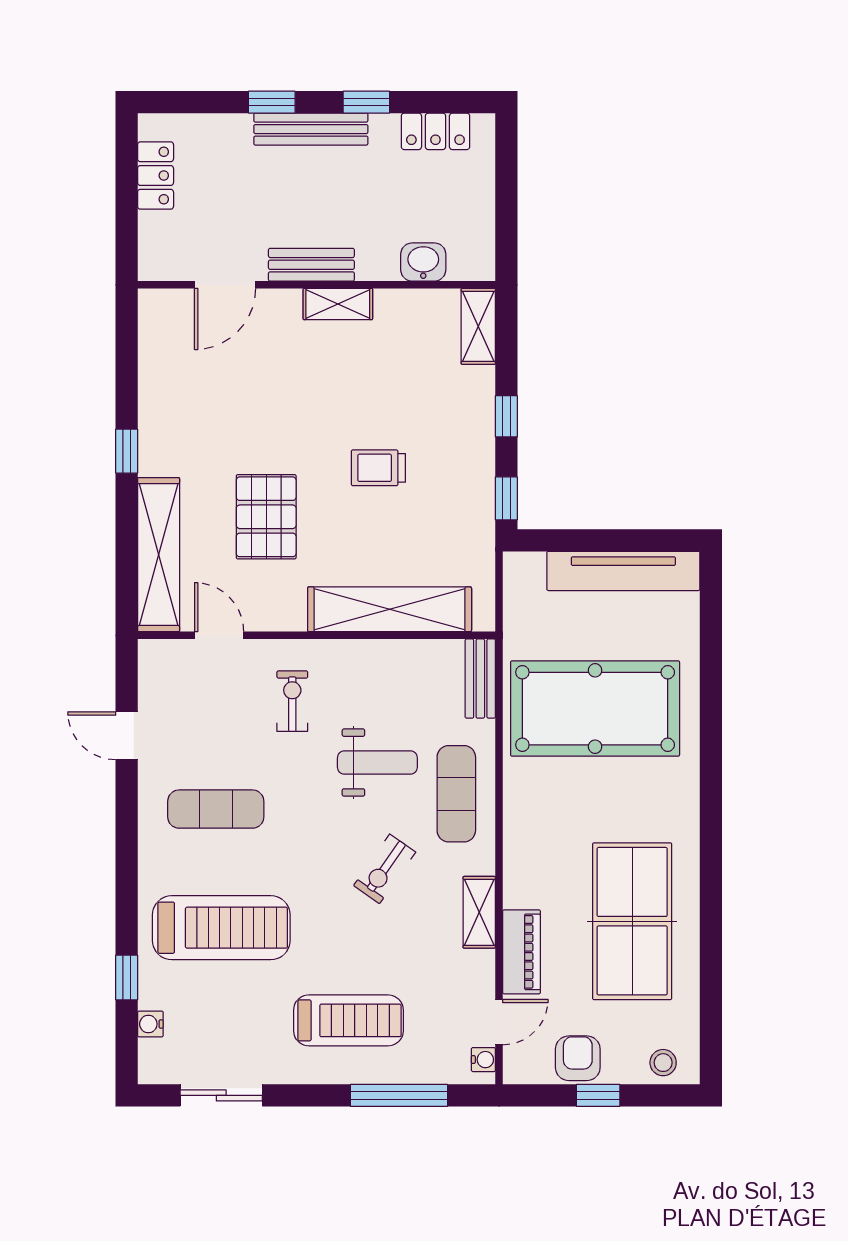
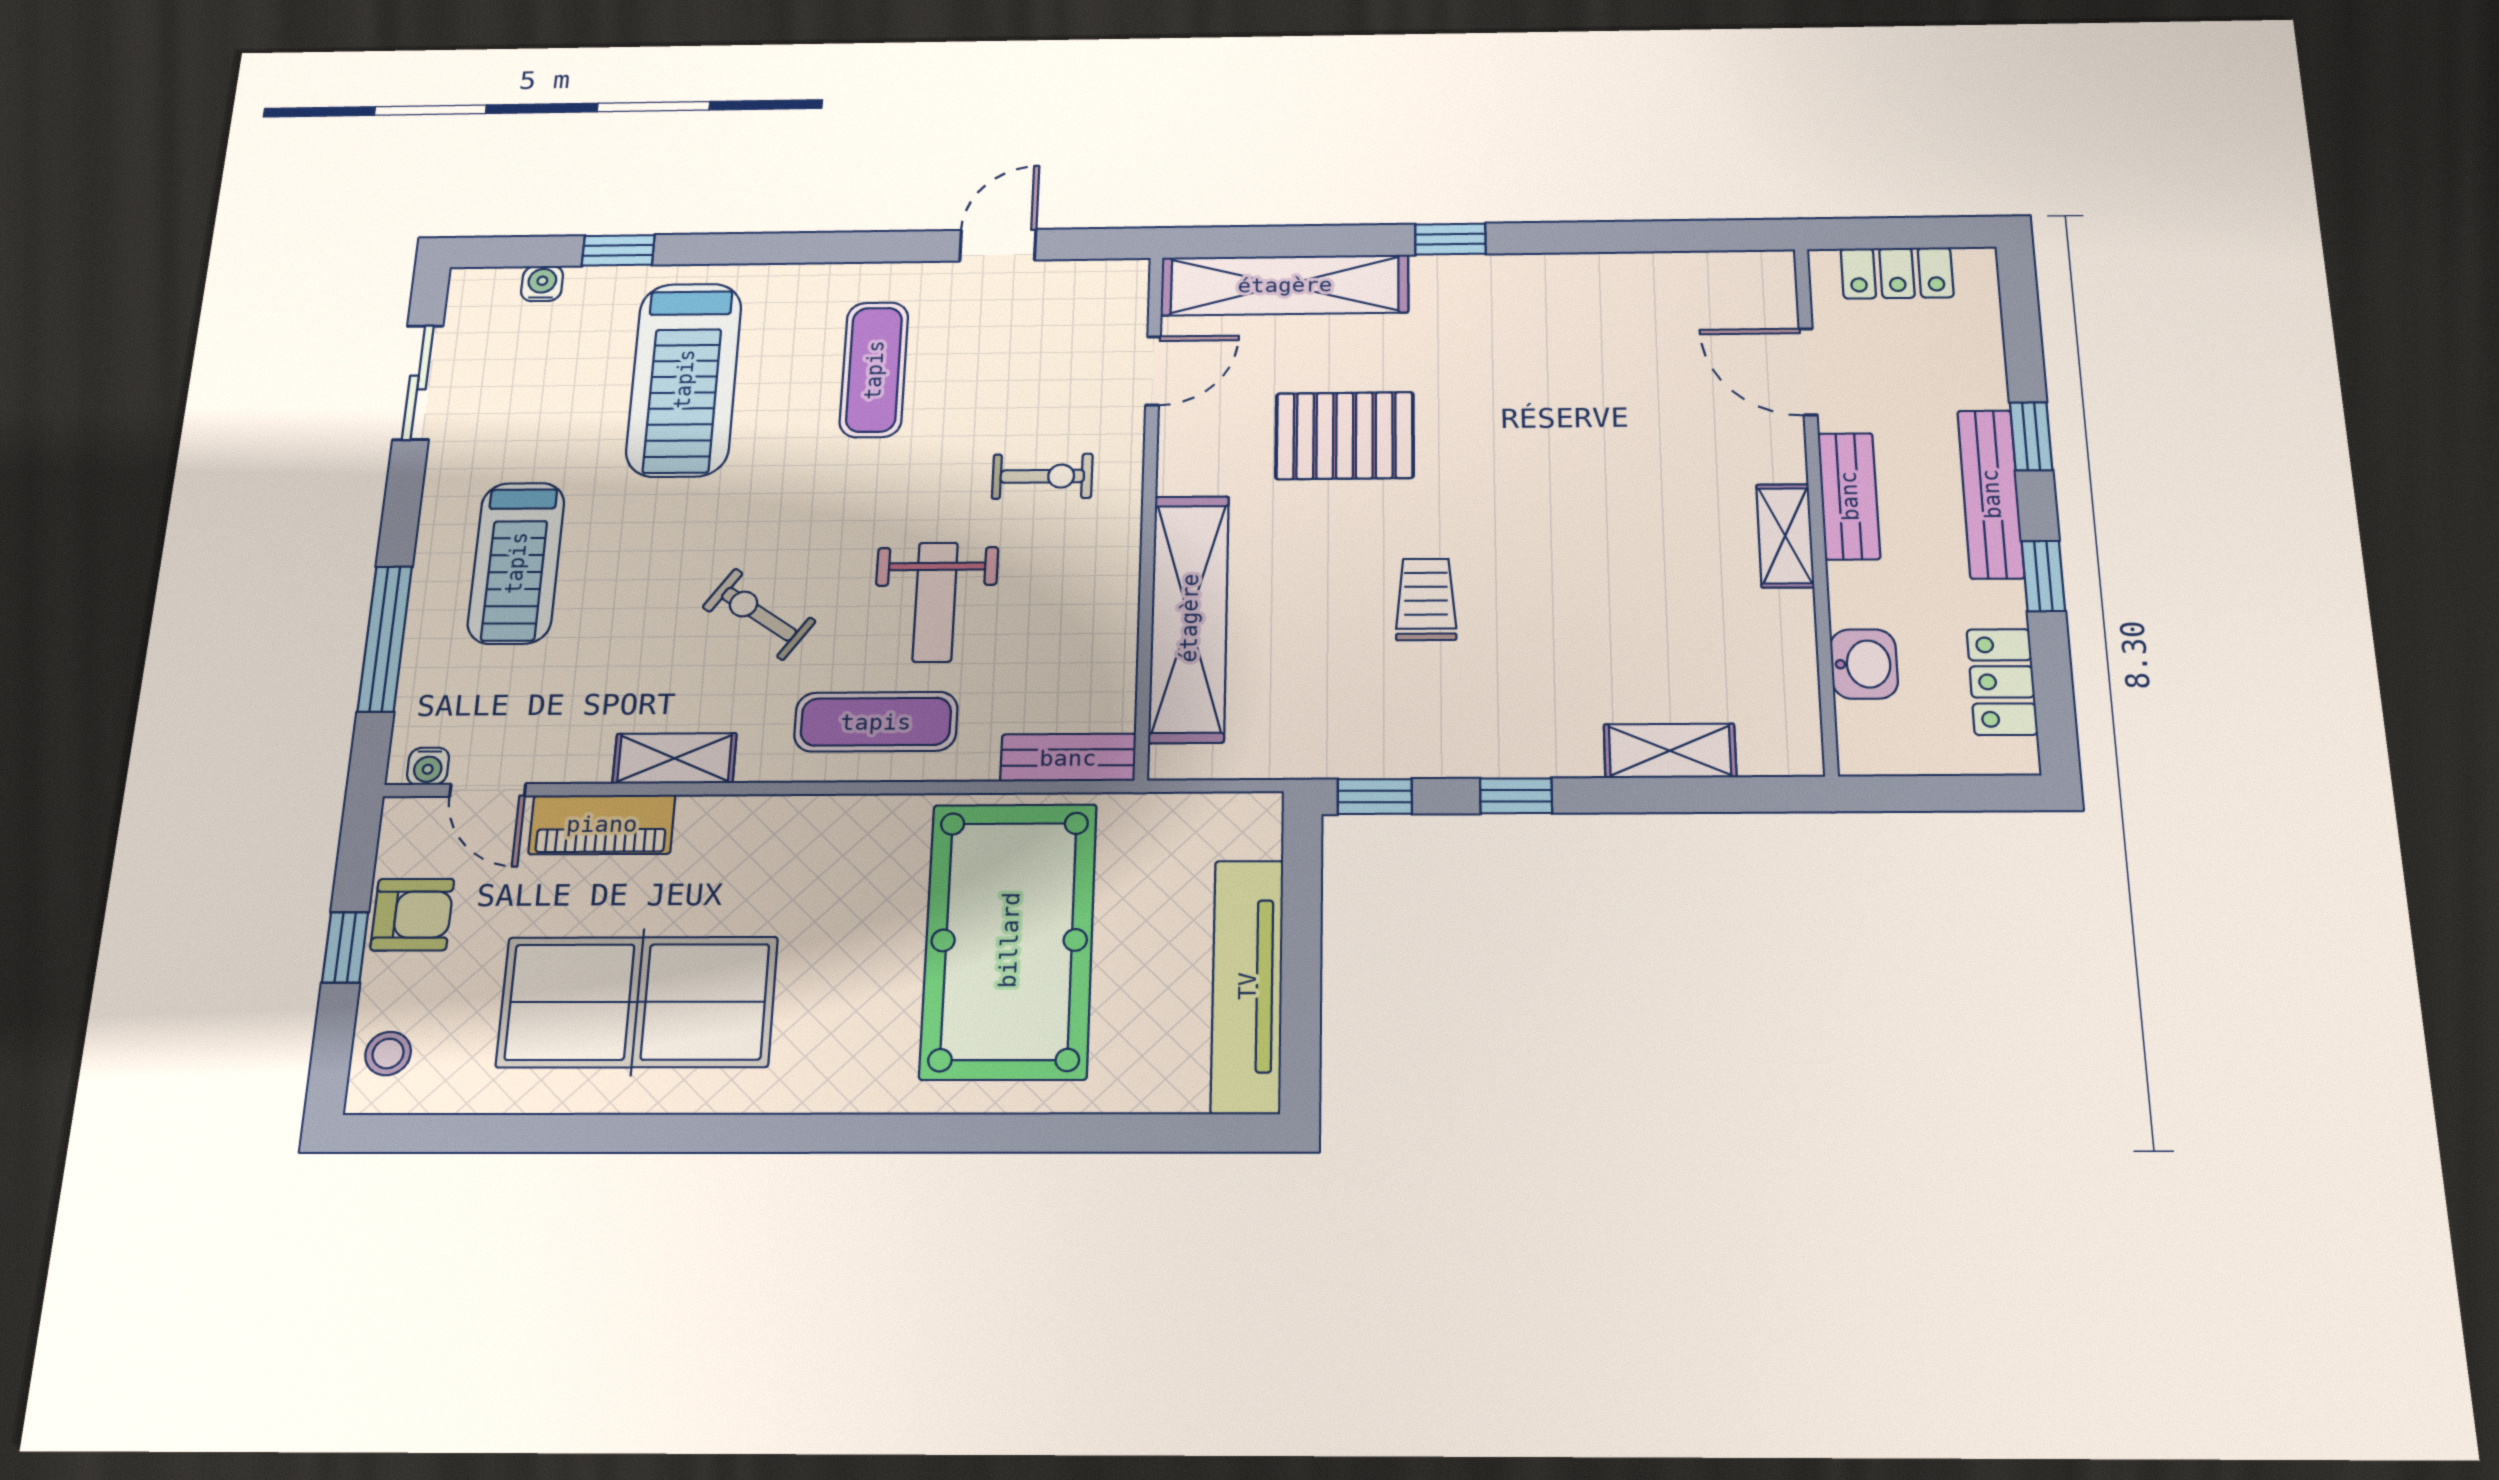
washbasin: (423, 262) -> (1864, 664), moved
bench: (311, 265) -> (1849, 496), moved
door: (225, 285) -> (1808, 372), moved
wall: (316, 285) -> (1816, 504), moved
shelving: (338, 304) -> (1785, 536), moved

